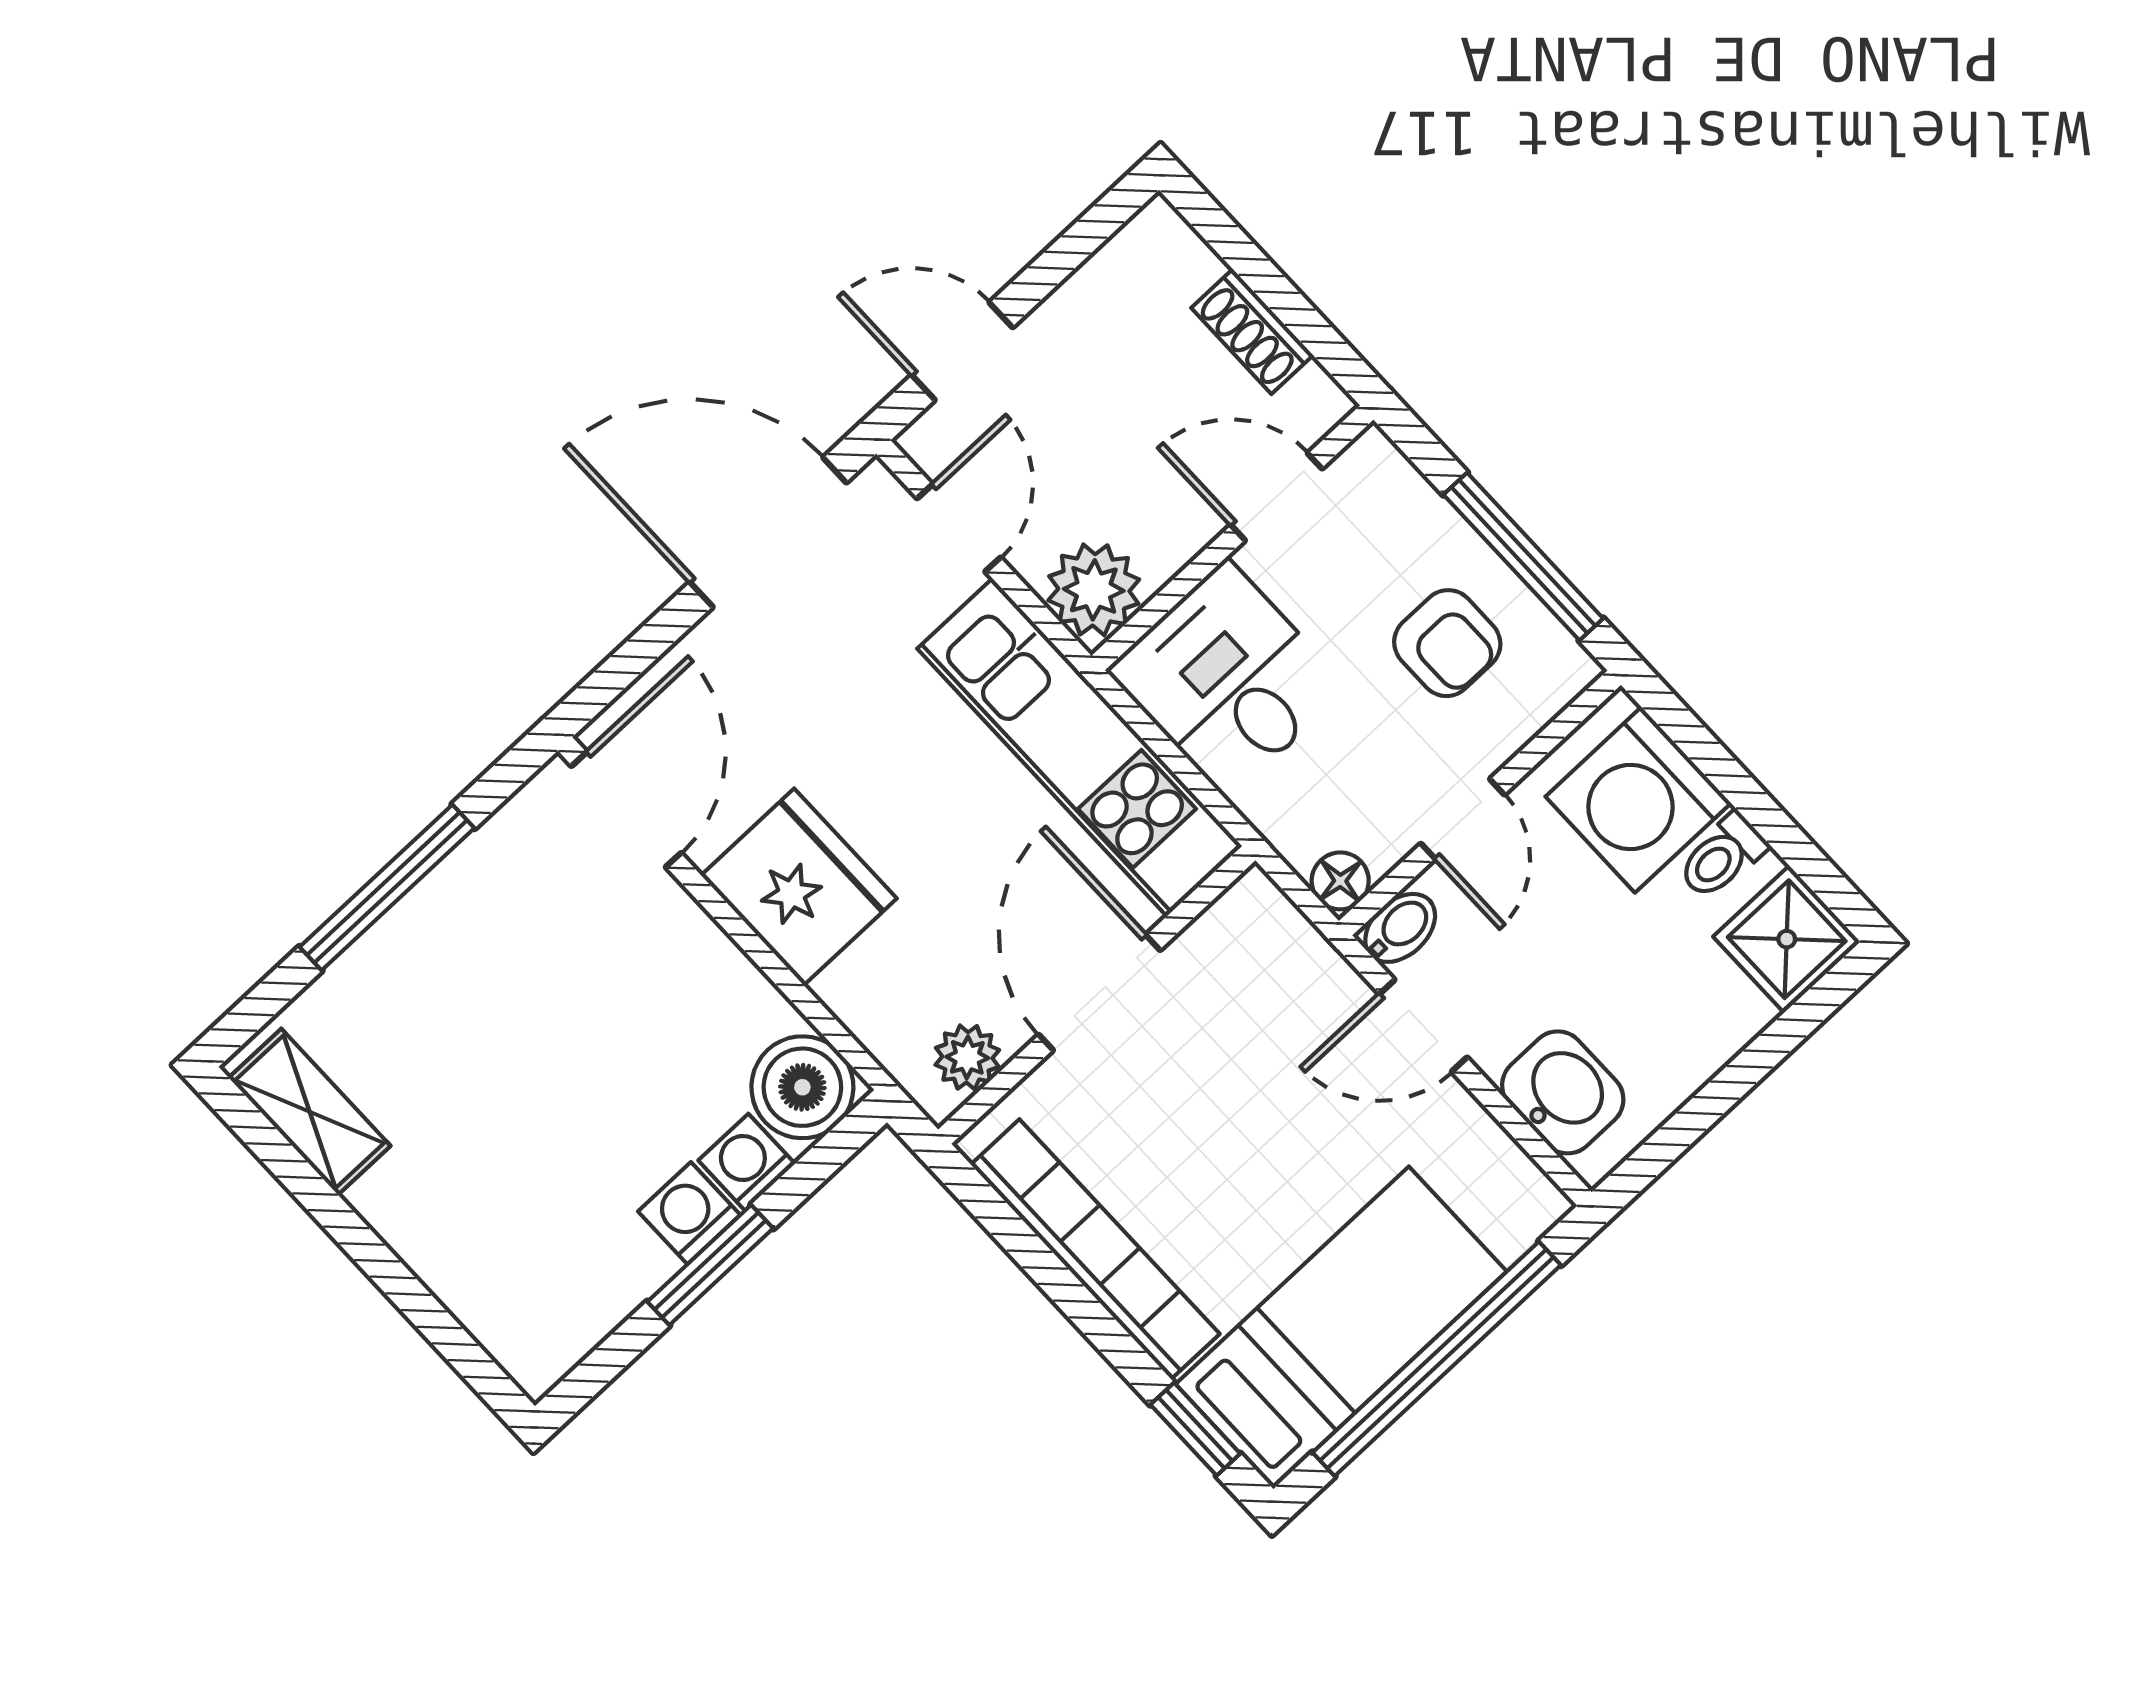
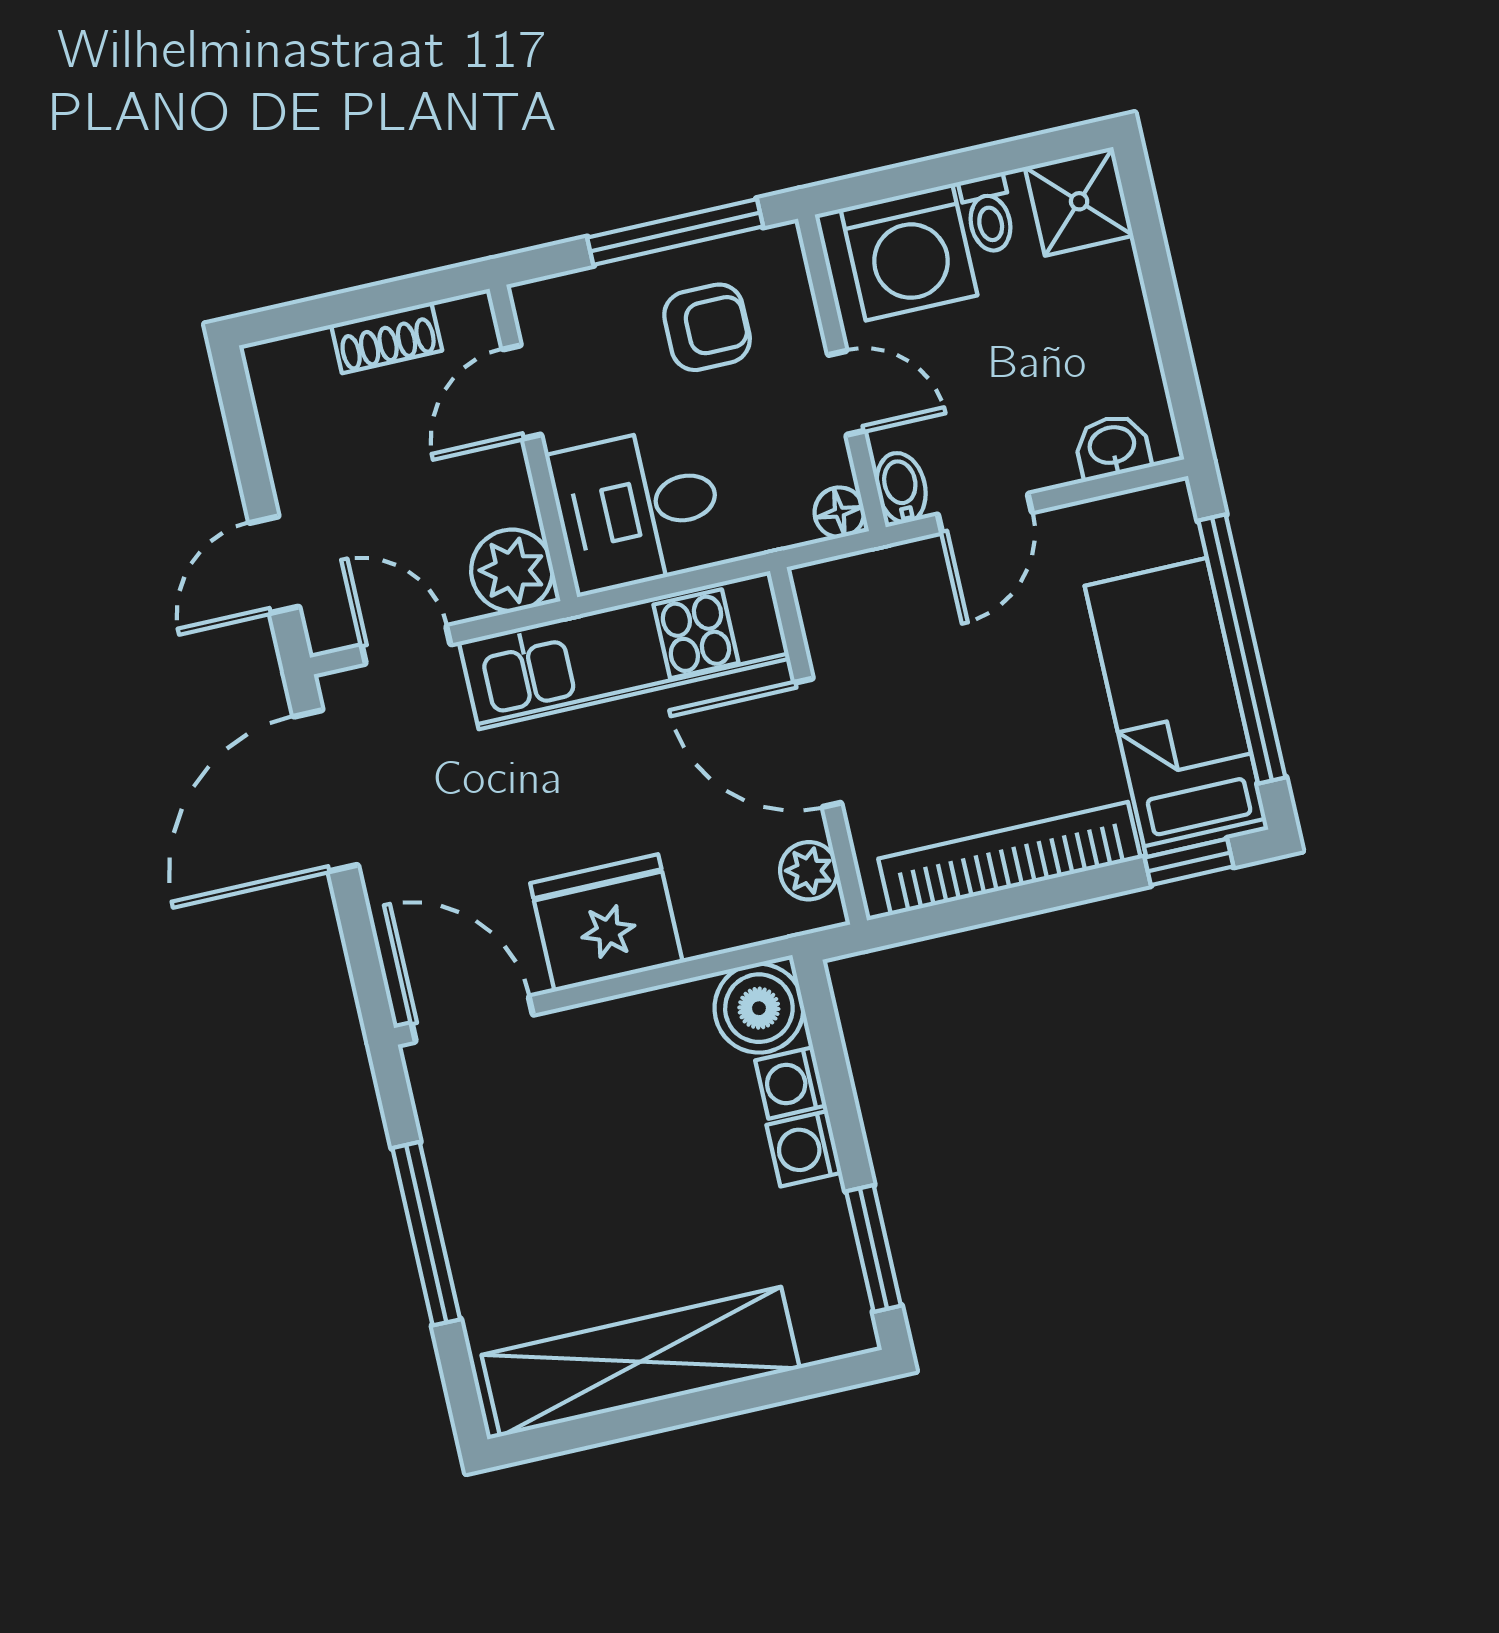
washbasin: (1563, 1092) -> (1112, 447), width x0.72, depth x0.69
shelving: (310, 1112) -> (641, 1362), width x2.20, depth x1.33
window: (710, 1265) -> (874, 1248), moved

